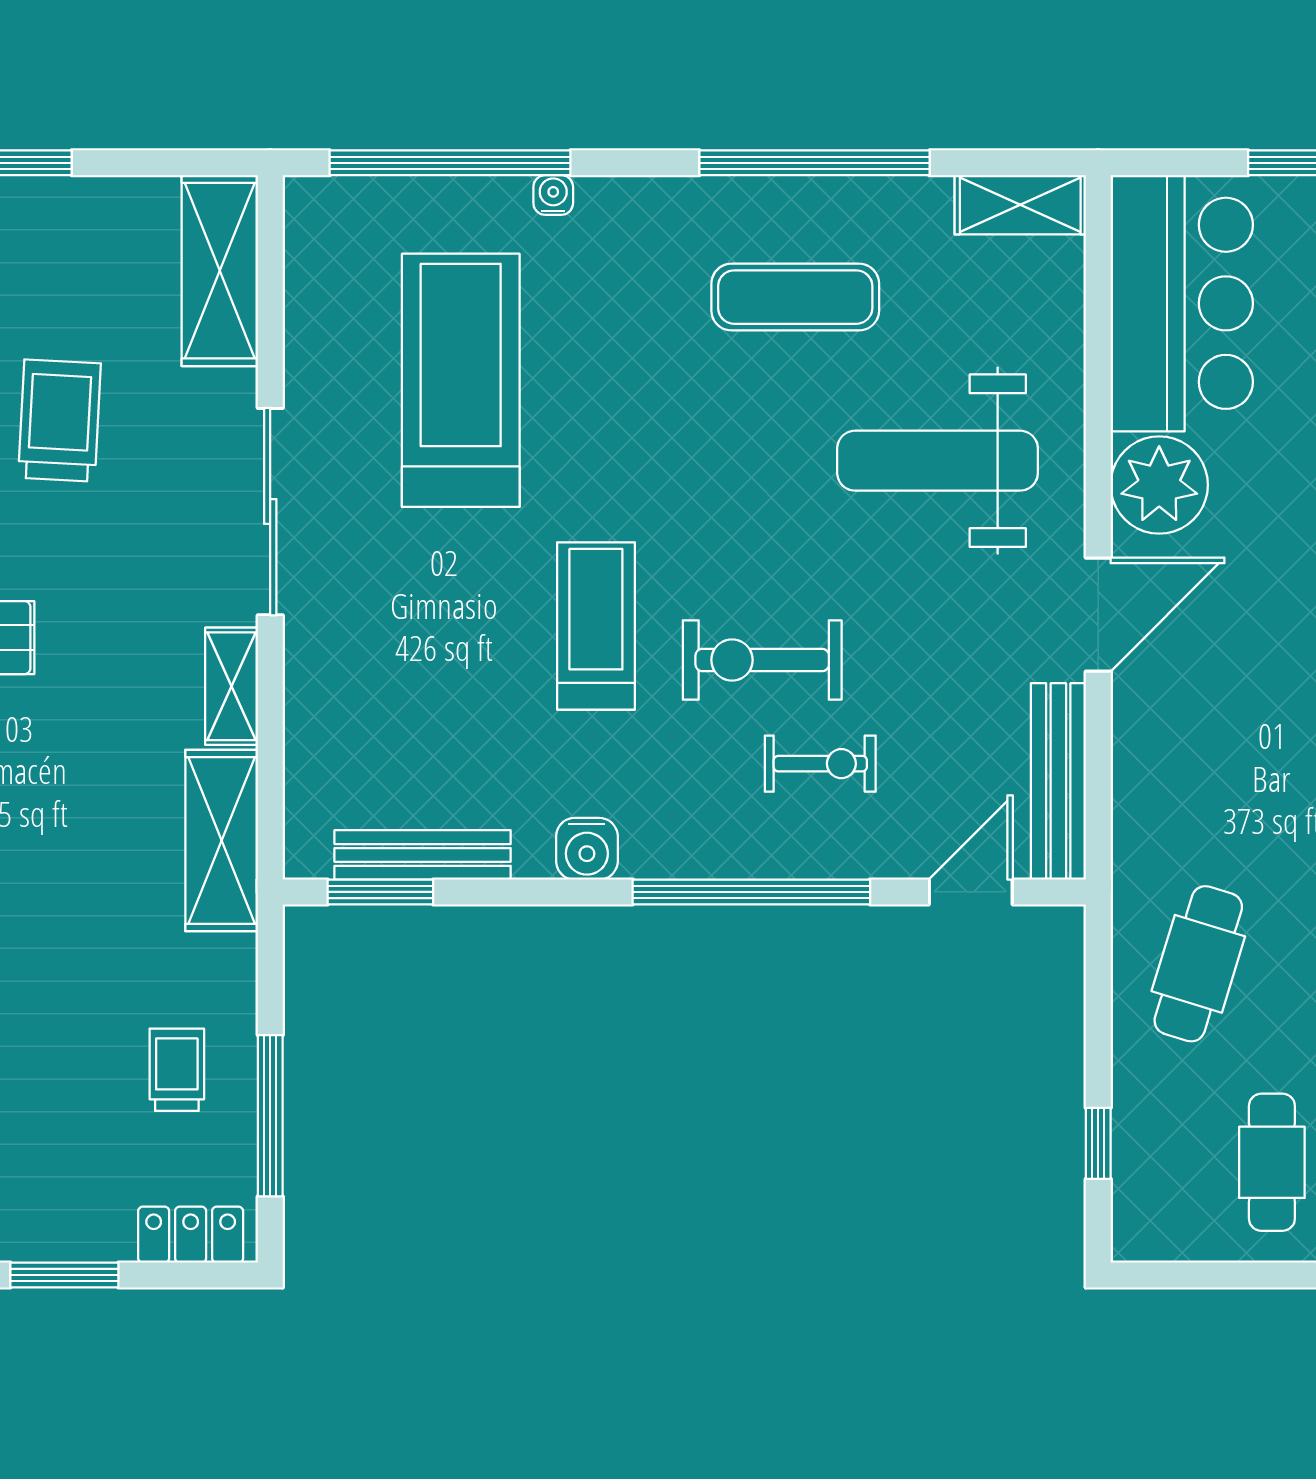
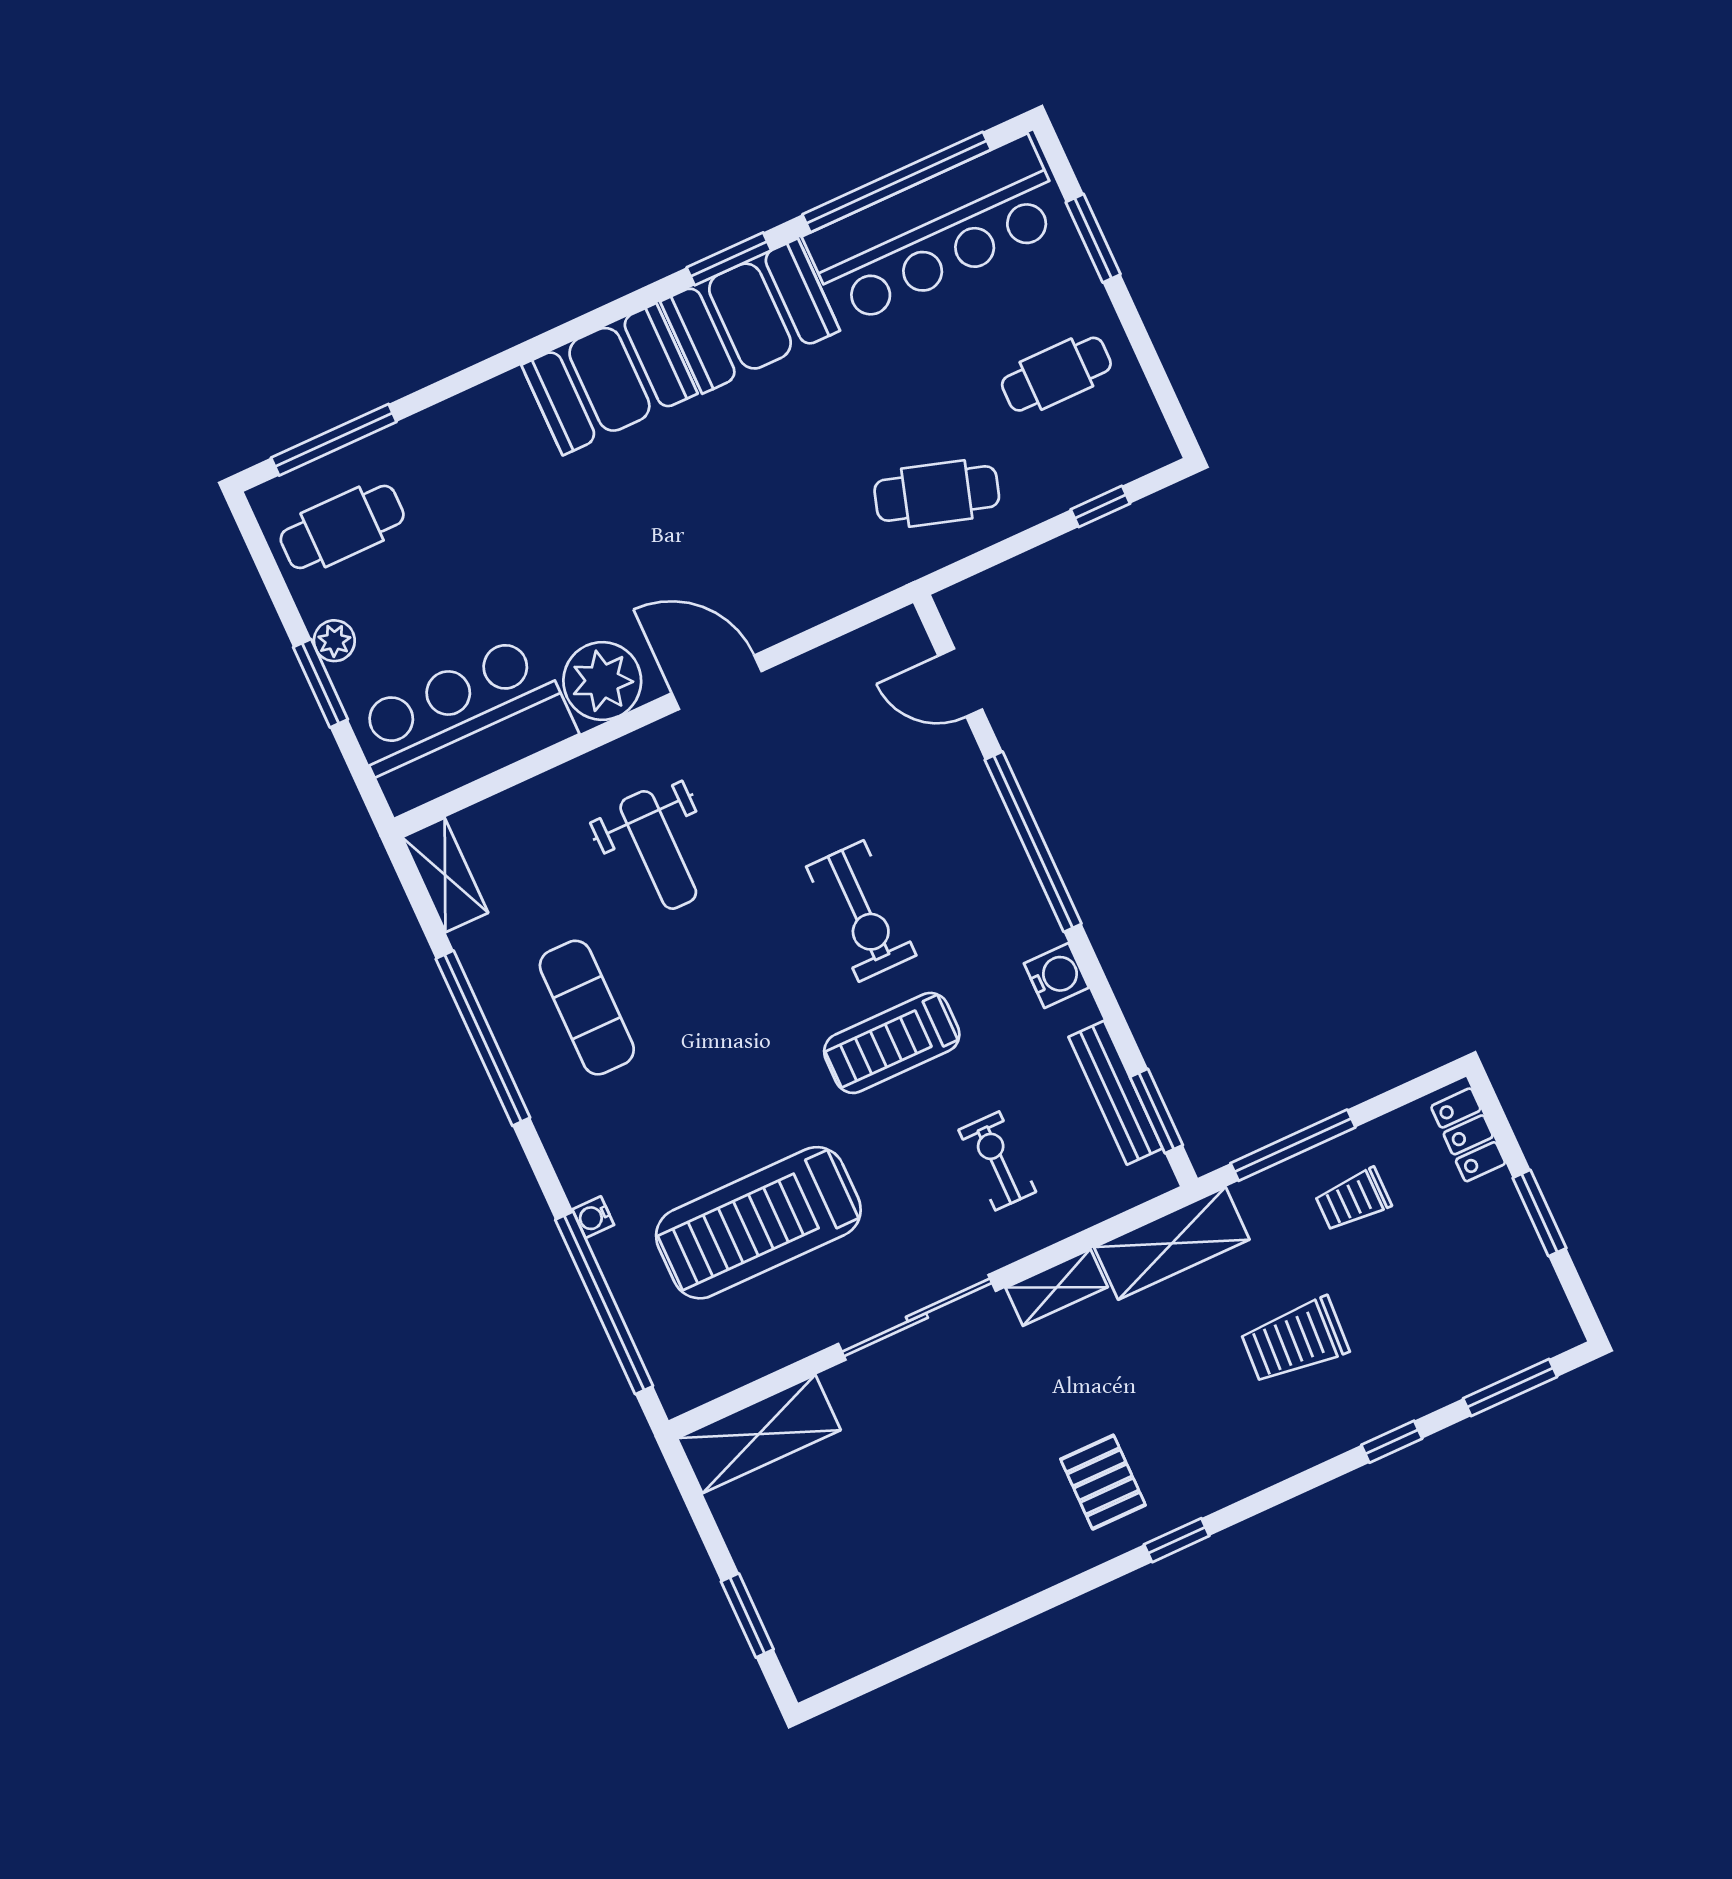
trolley: (60, 421) -> (1295, 1341), moved
weight bench: (938, 461) -> (658, 850), width x0.73, depth x0.75
exercise bike: (820, 764) -> (997, 1161), moved
bench: (1058, 781) -> (851, 656), removed
window: (270, 1116) -> (1293, 1145), moved

